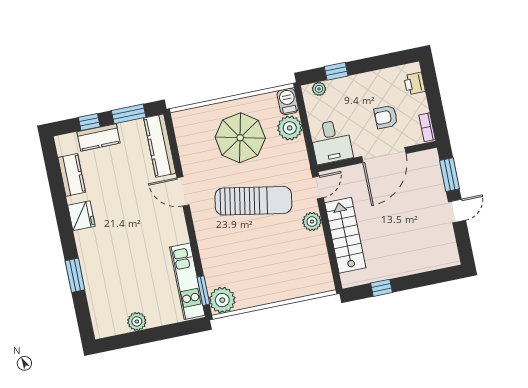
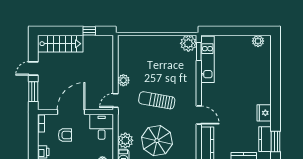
sun lounger: (253, 201) -> (157, 100), width x0.73, depth x0.75
stairs: (345, 235) -> (60, 44), moved, turned -90
window: (75, 275) -> (276, 142), moved
plant: (137, 321) -> (258, 41), moved

